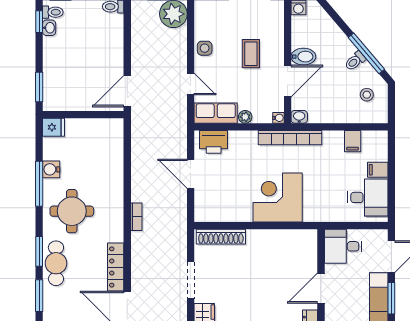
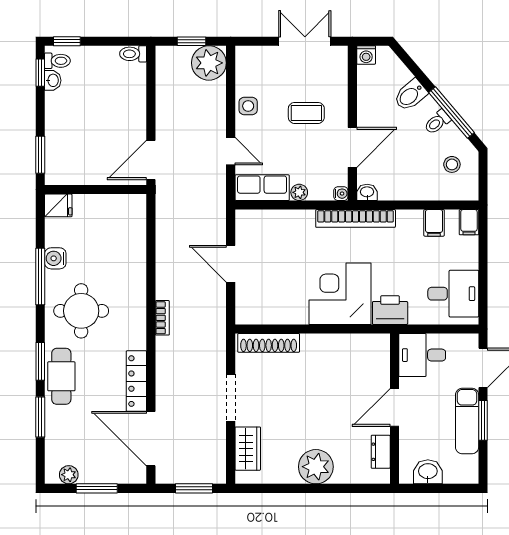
coffee table: (251, 54) -> (306, 113), turned 90
bidet: (303, 57) -> (410, 95), moved, turned 140
printer: (214, 142) -> (390, 310), moved, turned 180
filing cabinet: (378, 170) -> (469, 222), moved, turned -90

